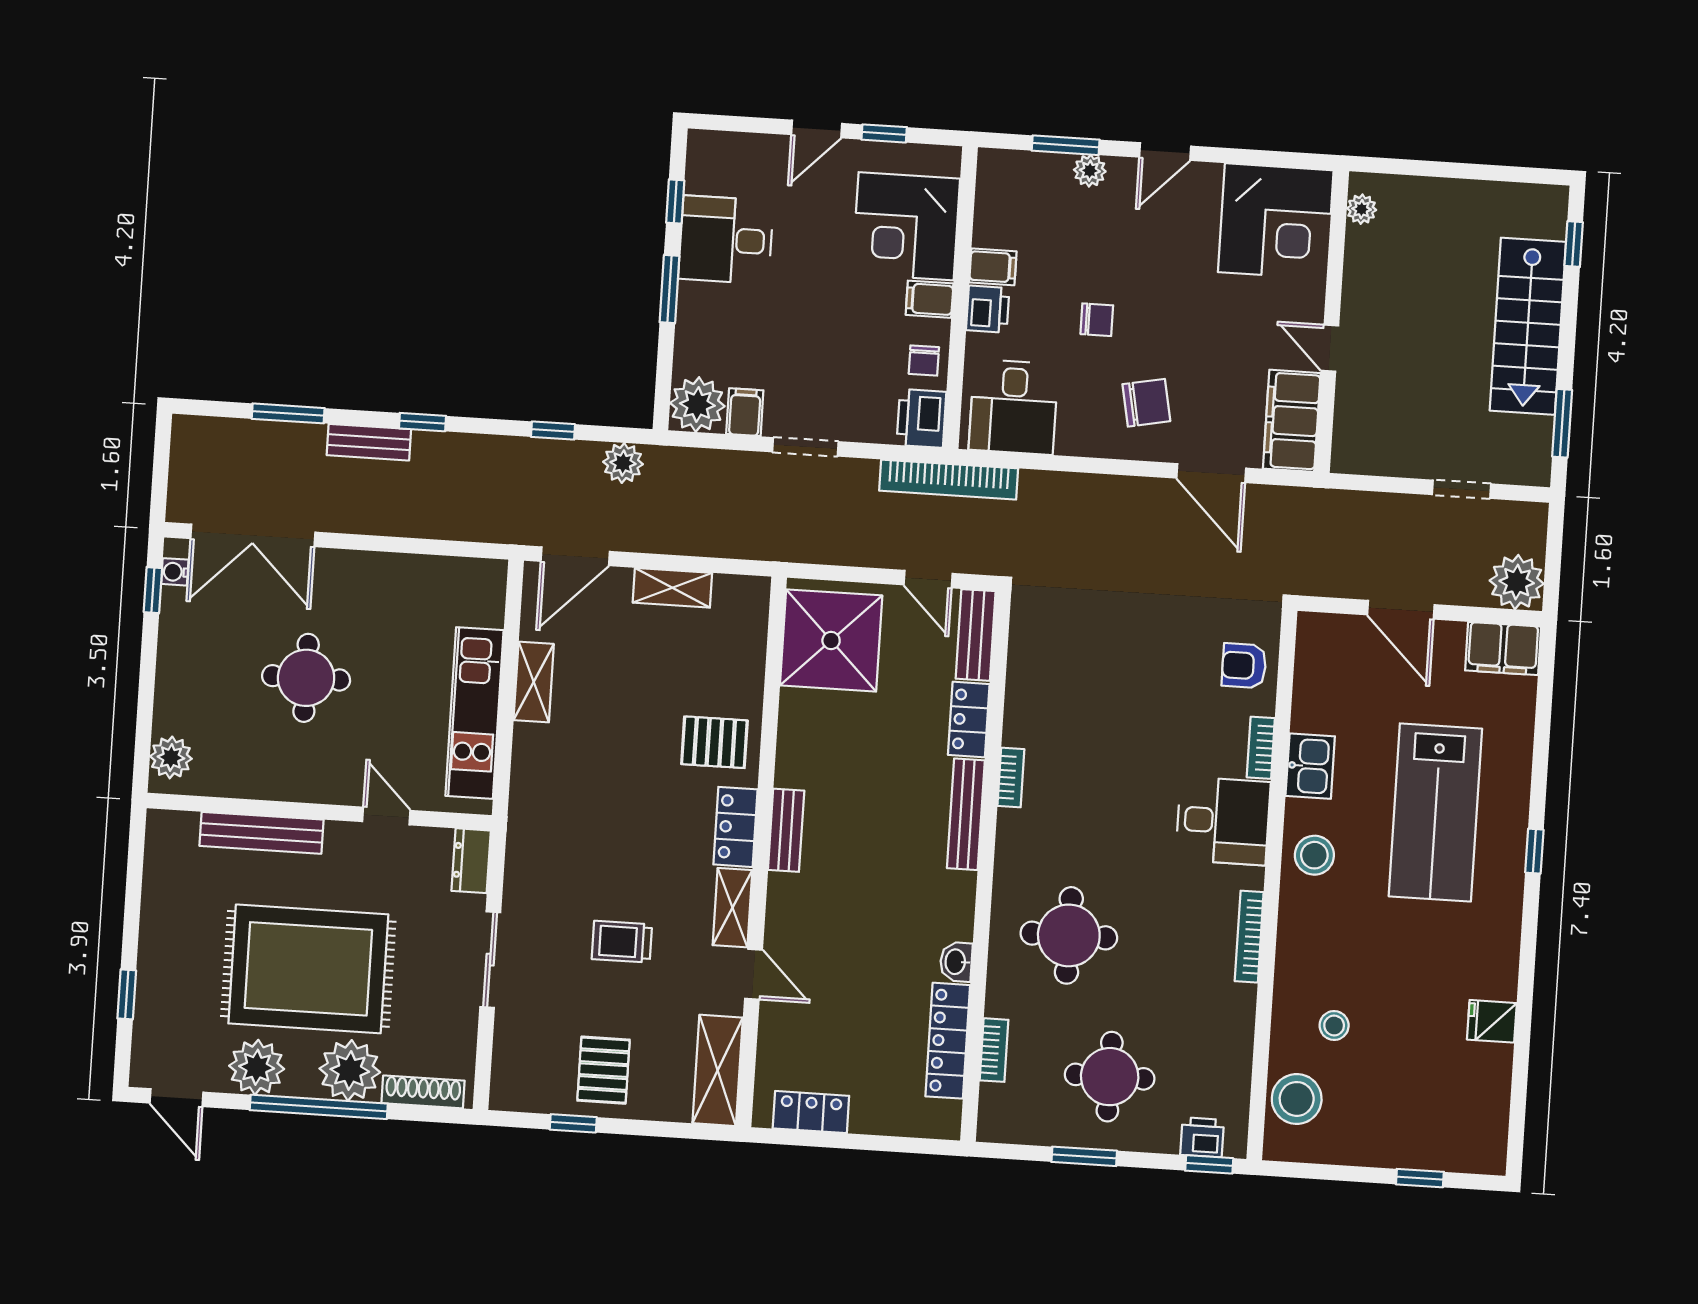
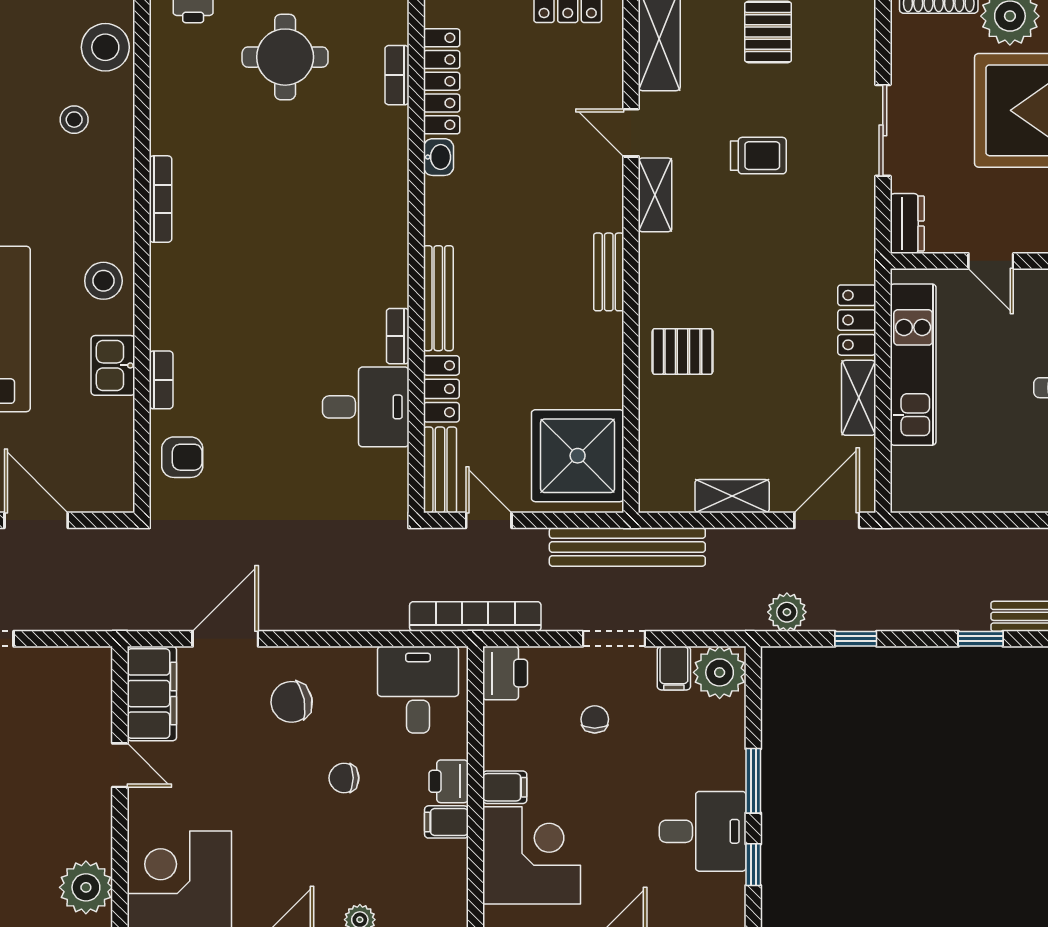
plant: (1362, 209) -> (86, 887), width x1.88, depth x1.88
chair: (924, 360) -> (595, 719), moved
door: (1211, 473) -> (225, 639), hinge flipped
bench: (785, 542) -> (627, 547), added
desk: (1223, 821) -> (366, 407), moved, turned 180
locker: (735, 827) -> (857, 320), moved, turned 180
round table: (1069, 935) -> (333, 189), removed

